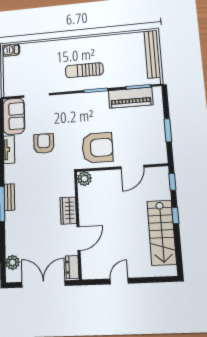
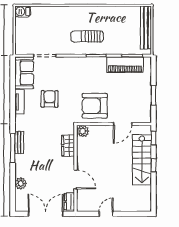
armchair: (97, 148) -> (95, 106), turned 180
wardrobe: (68, 211) -> (68, 146), moved
stairs: (162, 232) -> (142, 160), moved
door: (79, 238) -> (76, 179), hinge flipped
plant: (12, 262) -> (21, 183), moved

